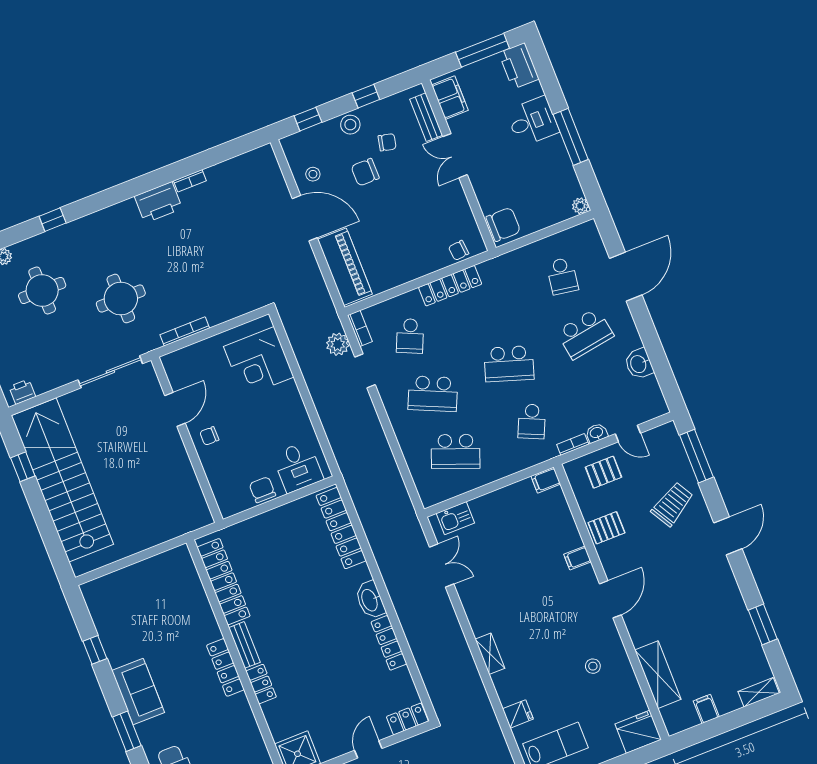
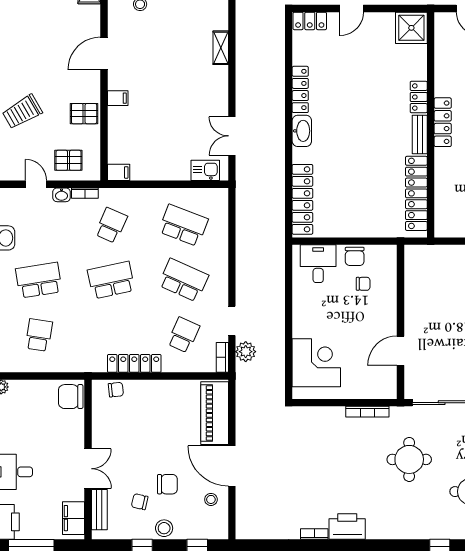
school desk: (509, 364) -> (111, 280), turned -30
chair: (209, 436) -> (363, 284), moved

